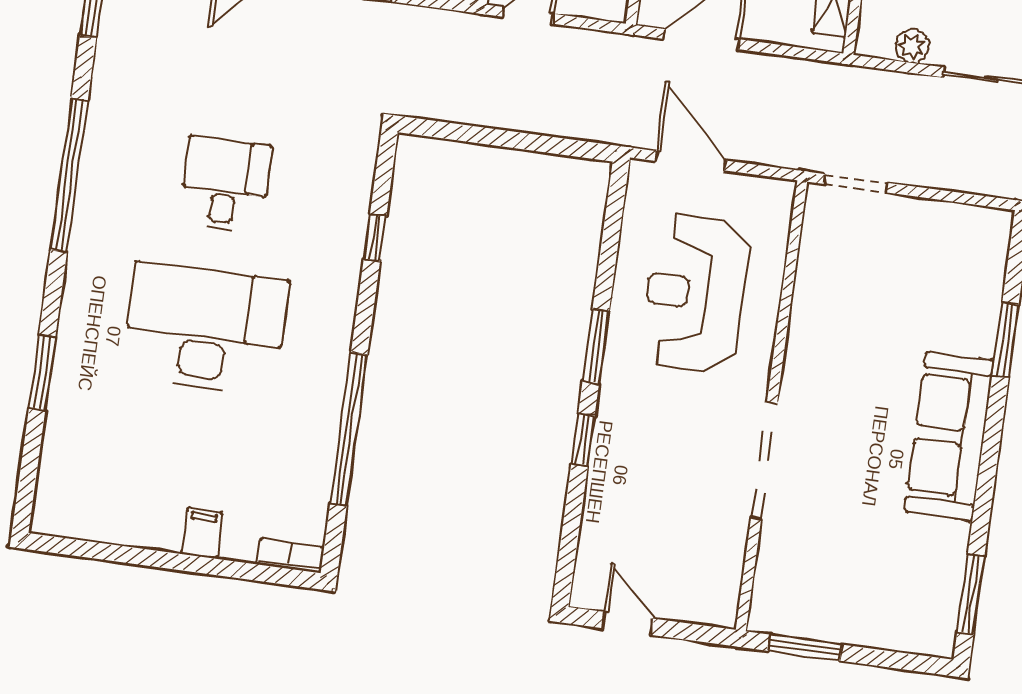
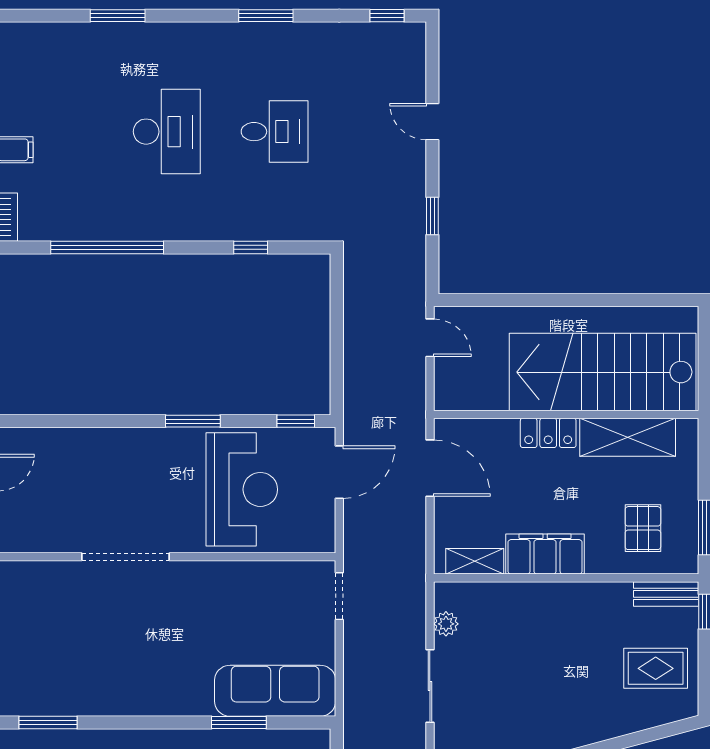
window: (69, 175) -> (266, 16), width x0.47
reception desk: (696, 294) -> (242, 489), turned 90
desk: (205, 328) -> (167, 132), width x0.73, depth x0.77
sofa: (949, 436) -> (275, 691), moved
window: (583, 440) -> (296, 421), moved

